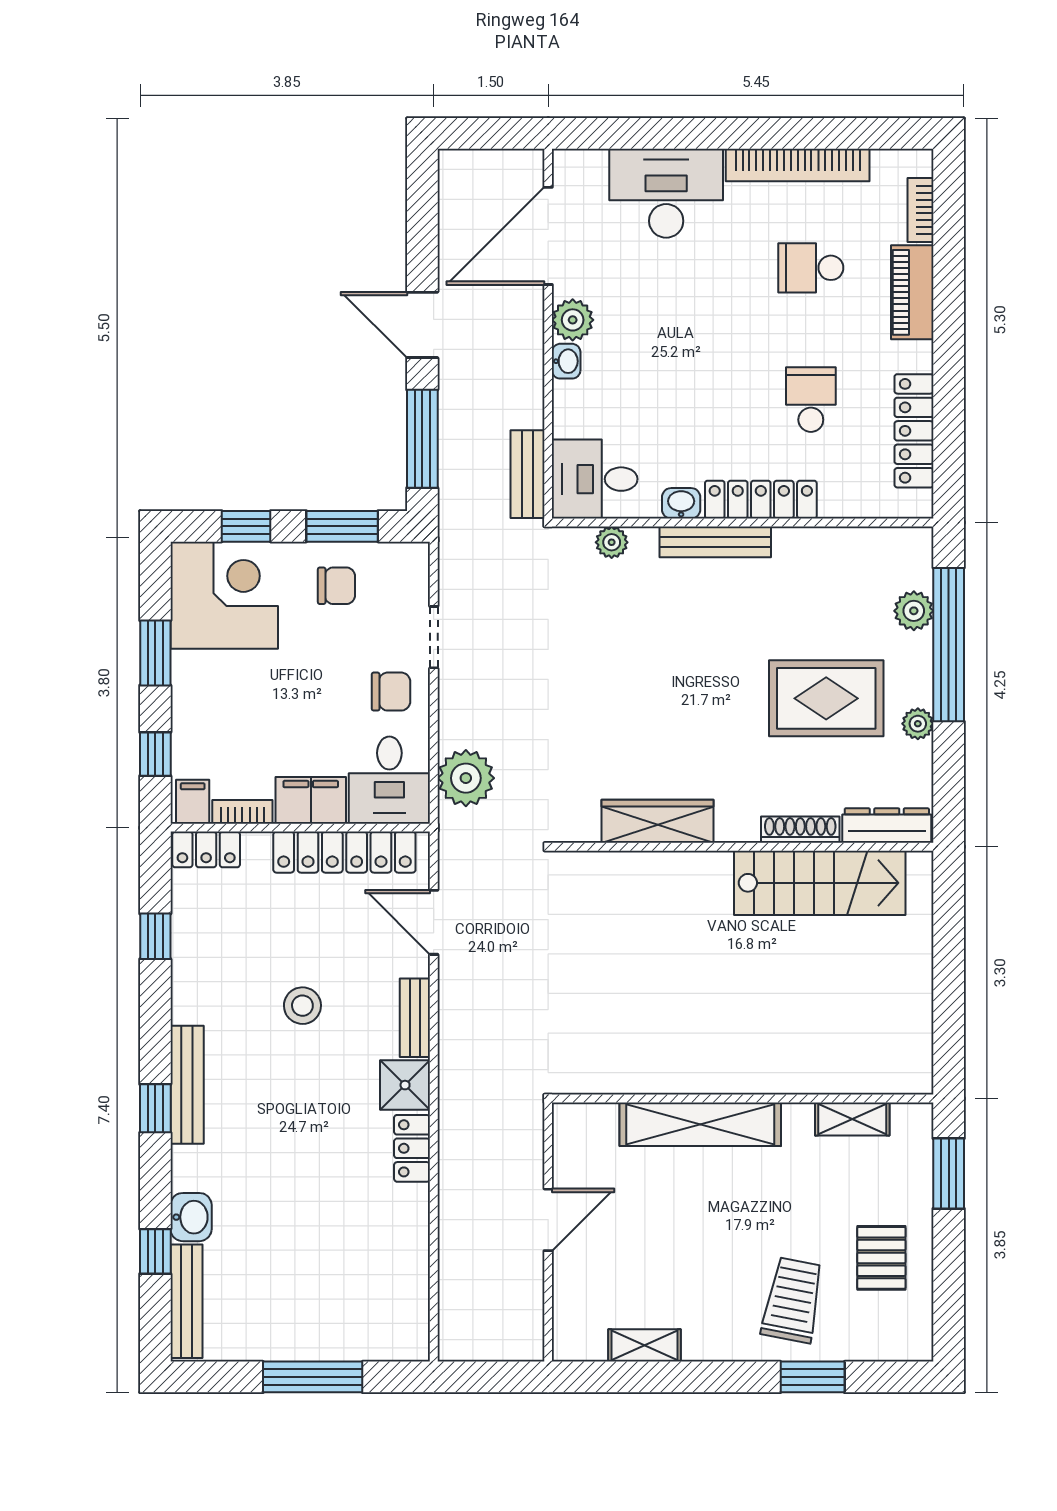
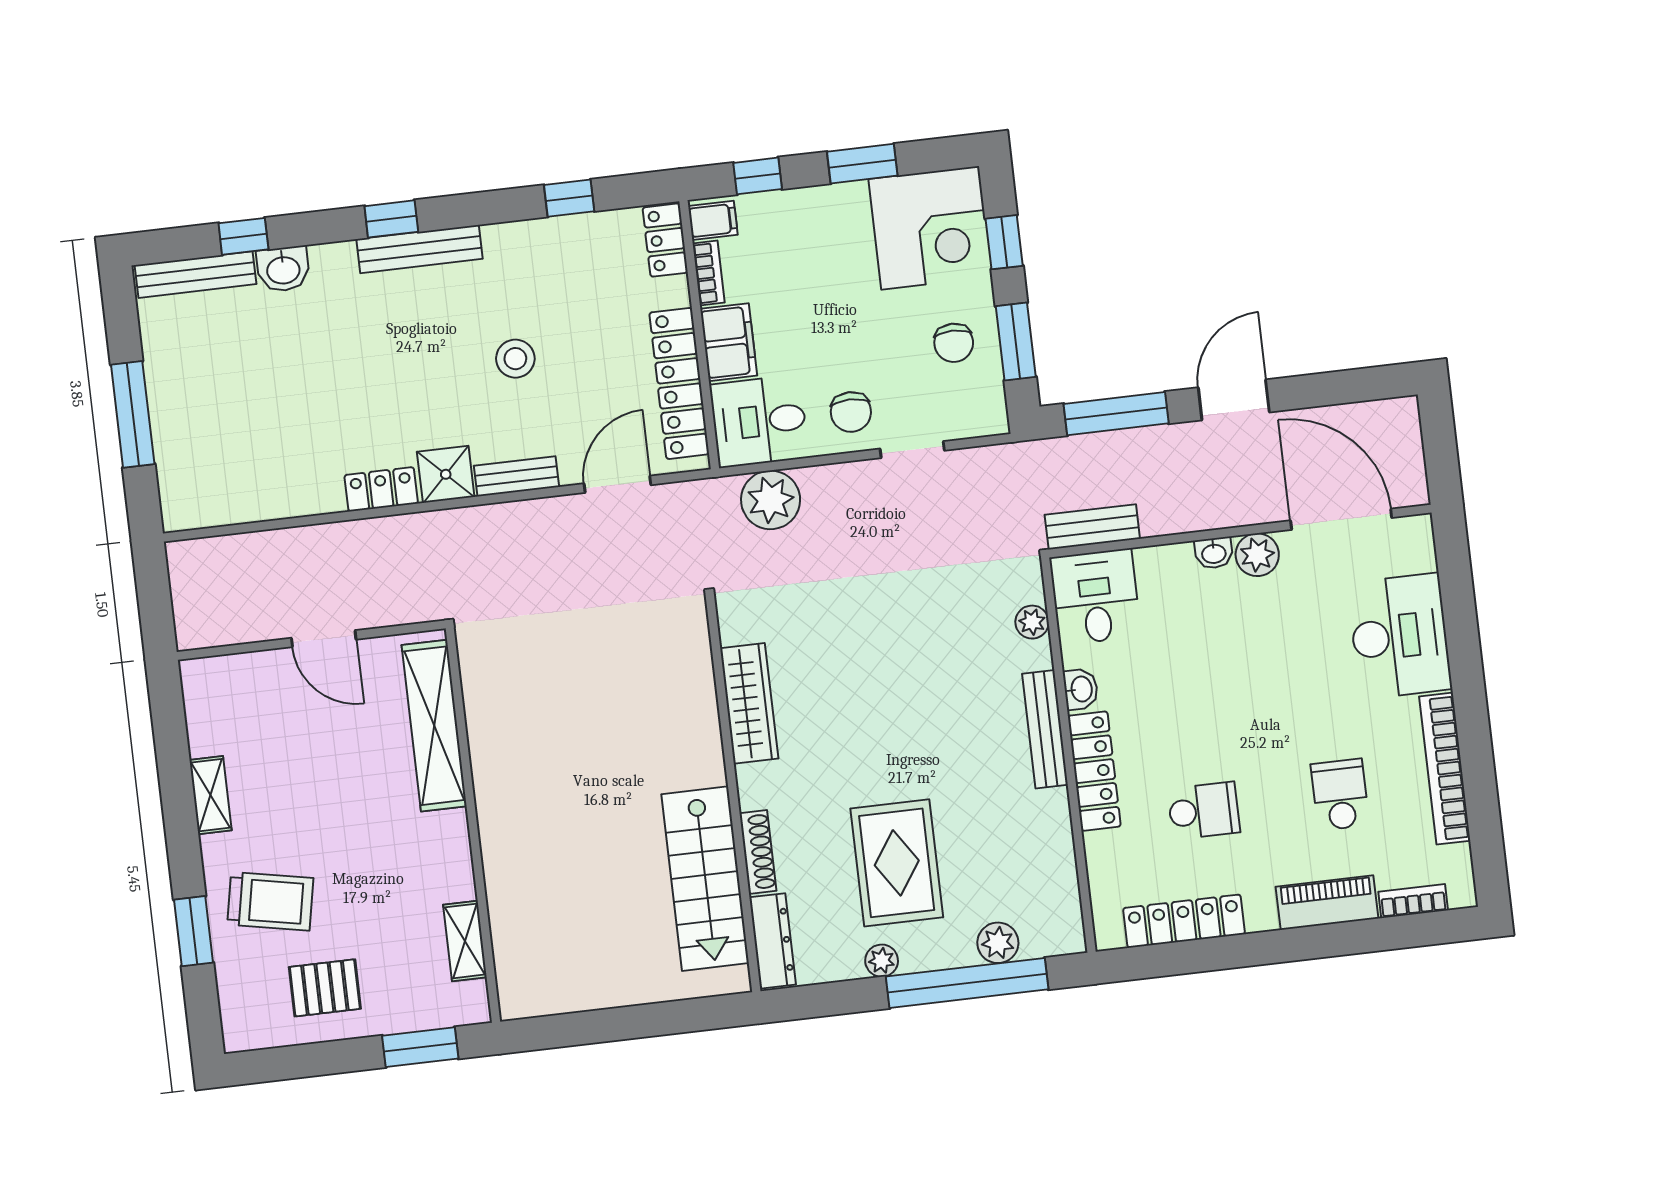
shelving: (700, 1124) -> (434, 726), moved
shelving: (644, 1345) -> (210, 795), moved

